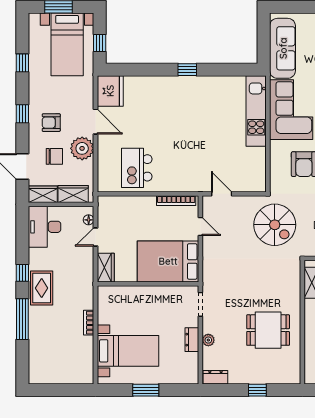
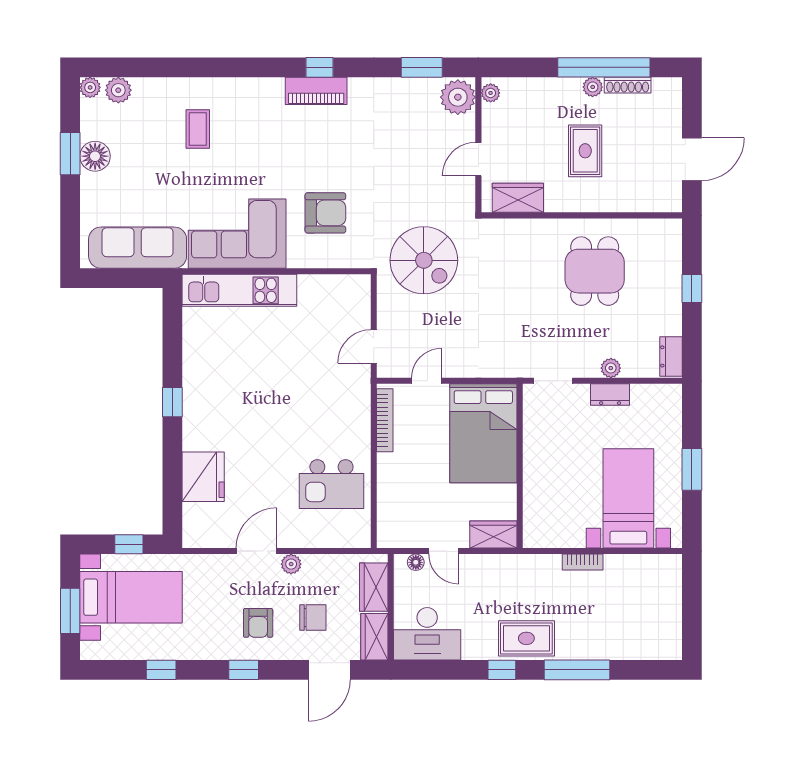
fridge: (110, 91) -> (203, 477), moved, turned 90
plant: (82, 148) -> (291, 564), width x0.53, depth x0.53
chair: (54, 156) -> (313, 618), turned 90
spiral stairs: (275, 225) -> (424, 260), turned 90

